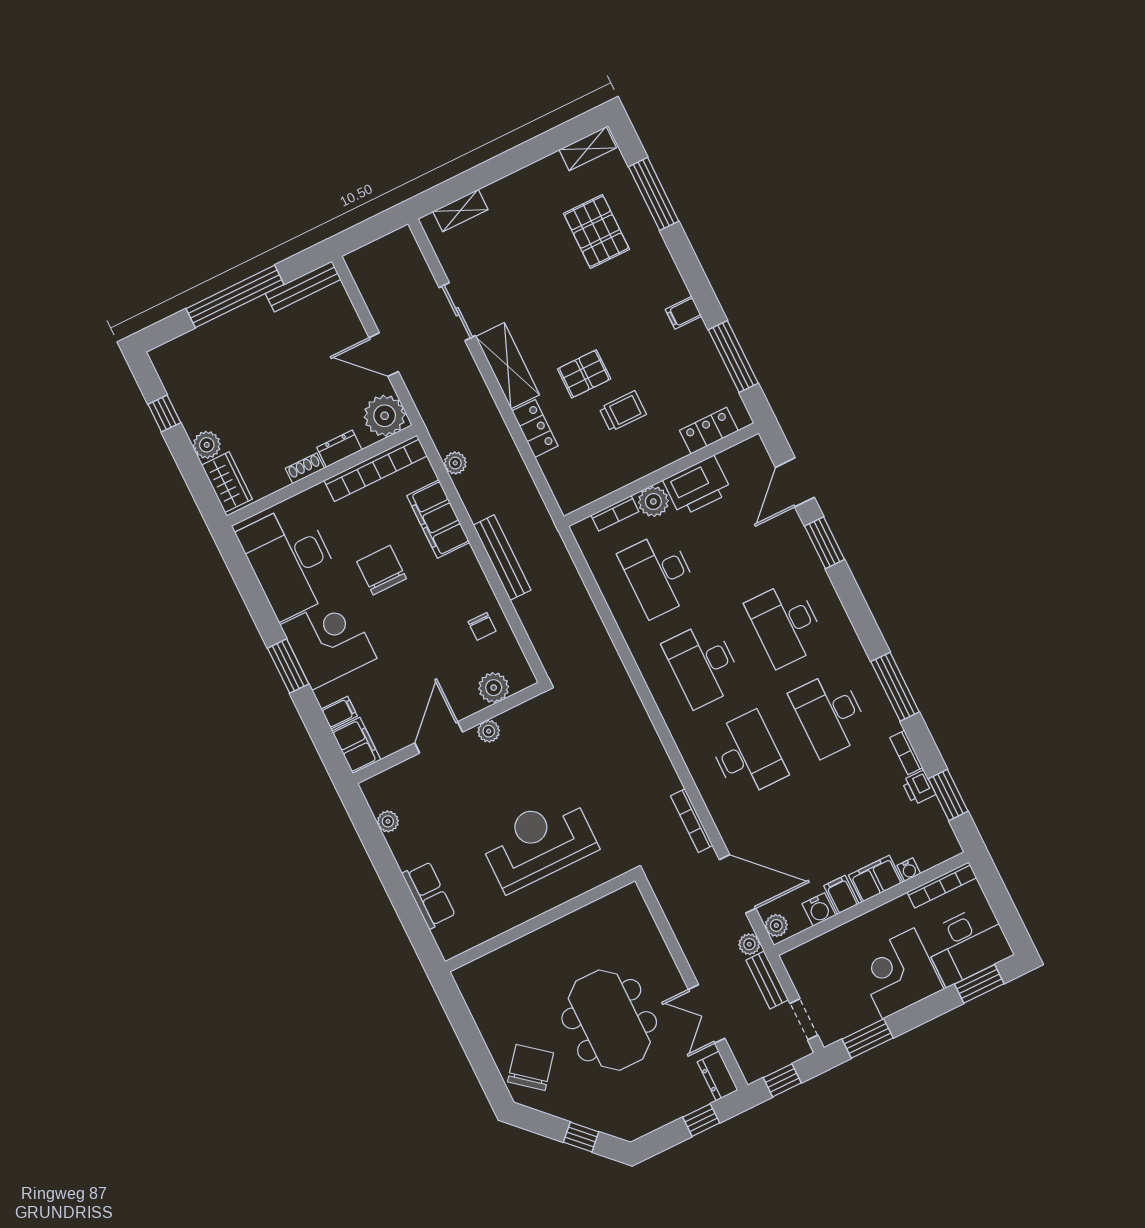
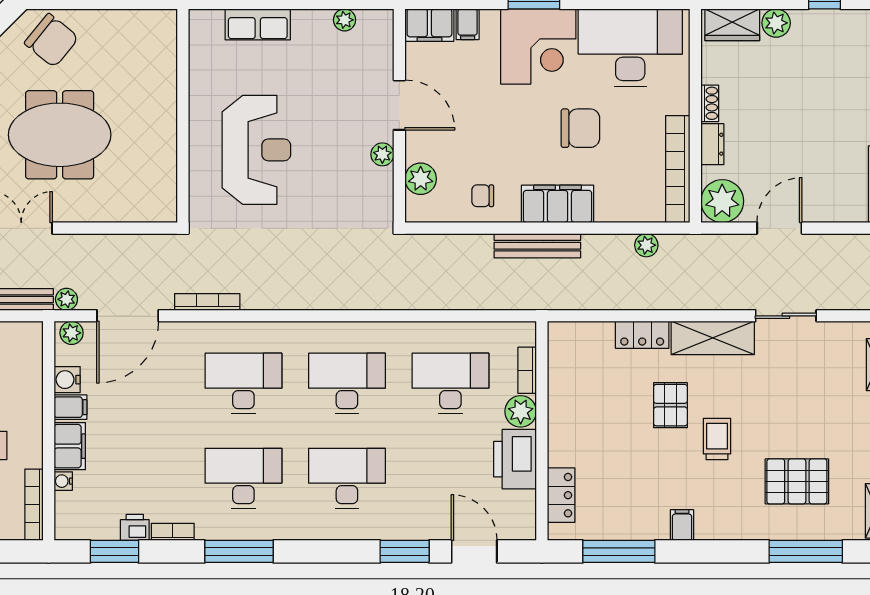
trolley: (623, 411) -> (717, 439), moved, turned 180
filing cabinet: (438, 519) -> (558, 204), moved
desk: (747, 754) -> (243, 383), turned 180

